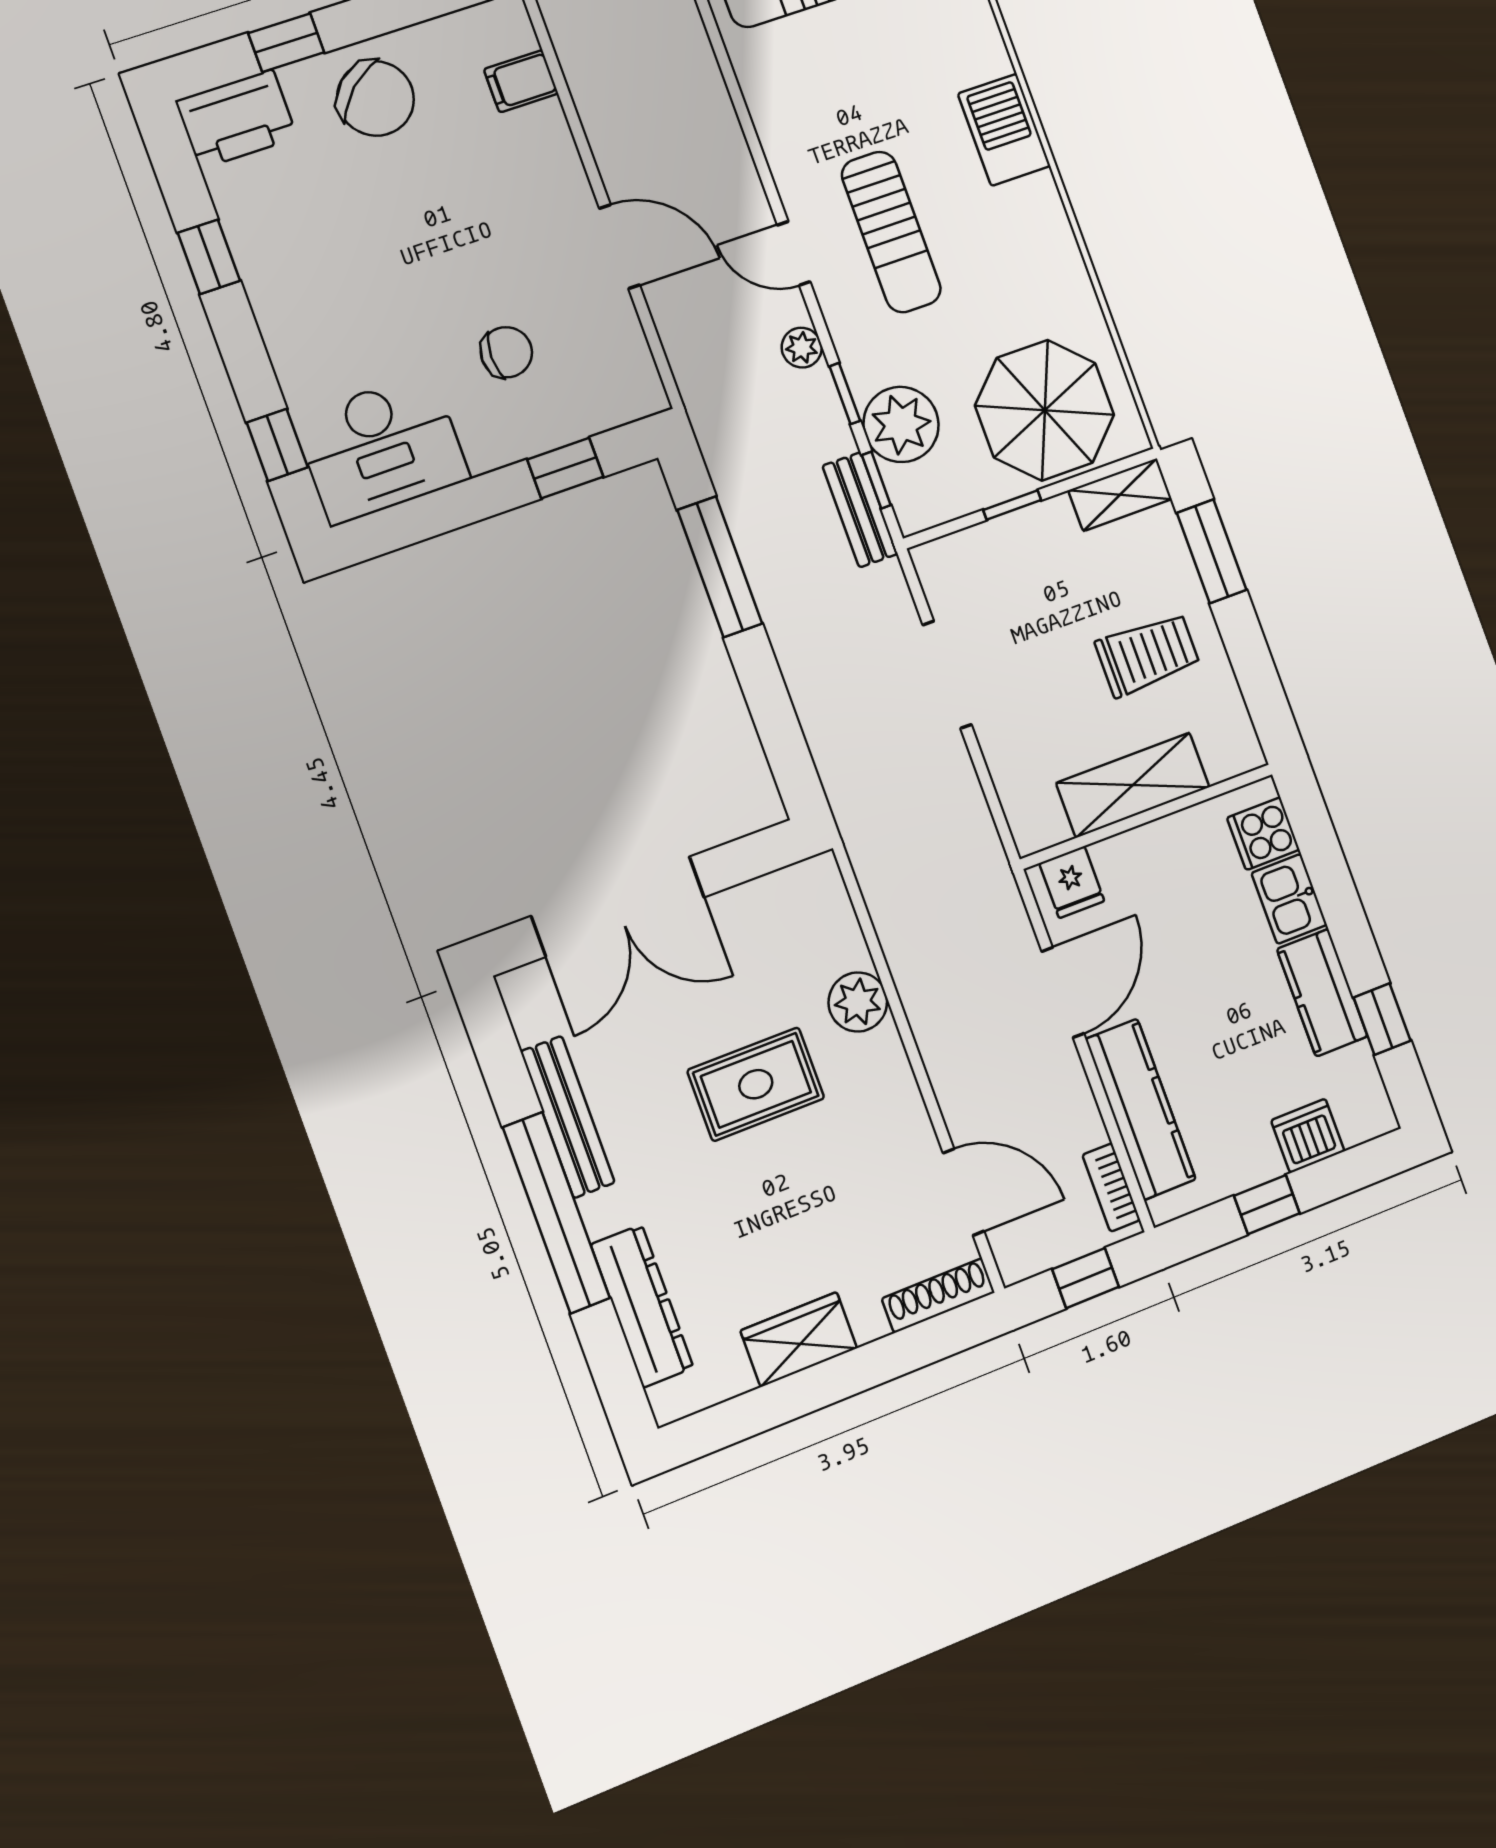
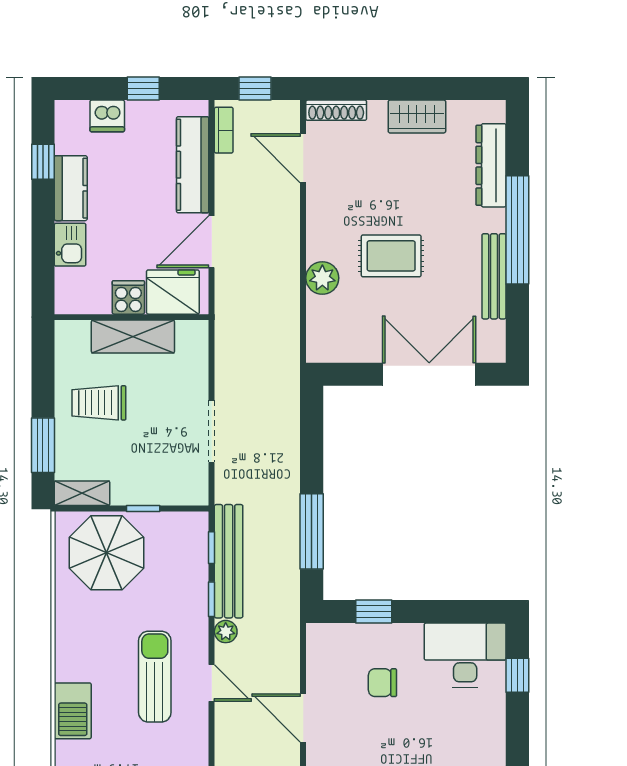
plant: (901, 424) -> (187, 572), removed
bench: (860, 510) -> (229, 561), width x1.86, depth x1.21
cooker: (1263, 834) -> (128, 297), moved, turned -90
fridge: (1072, 882) -> (173, 292), width x1.88, depth x1.34

